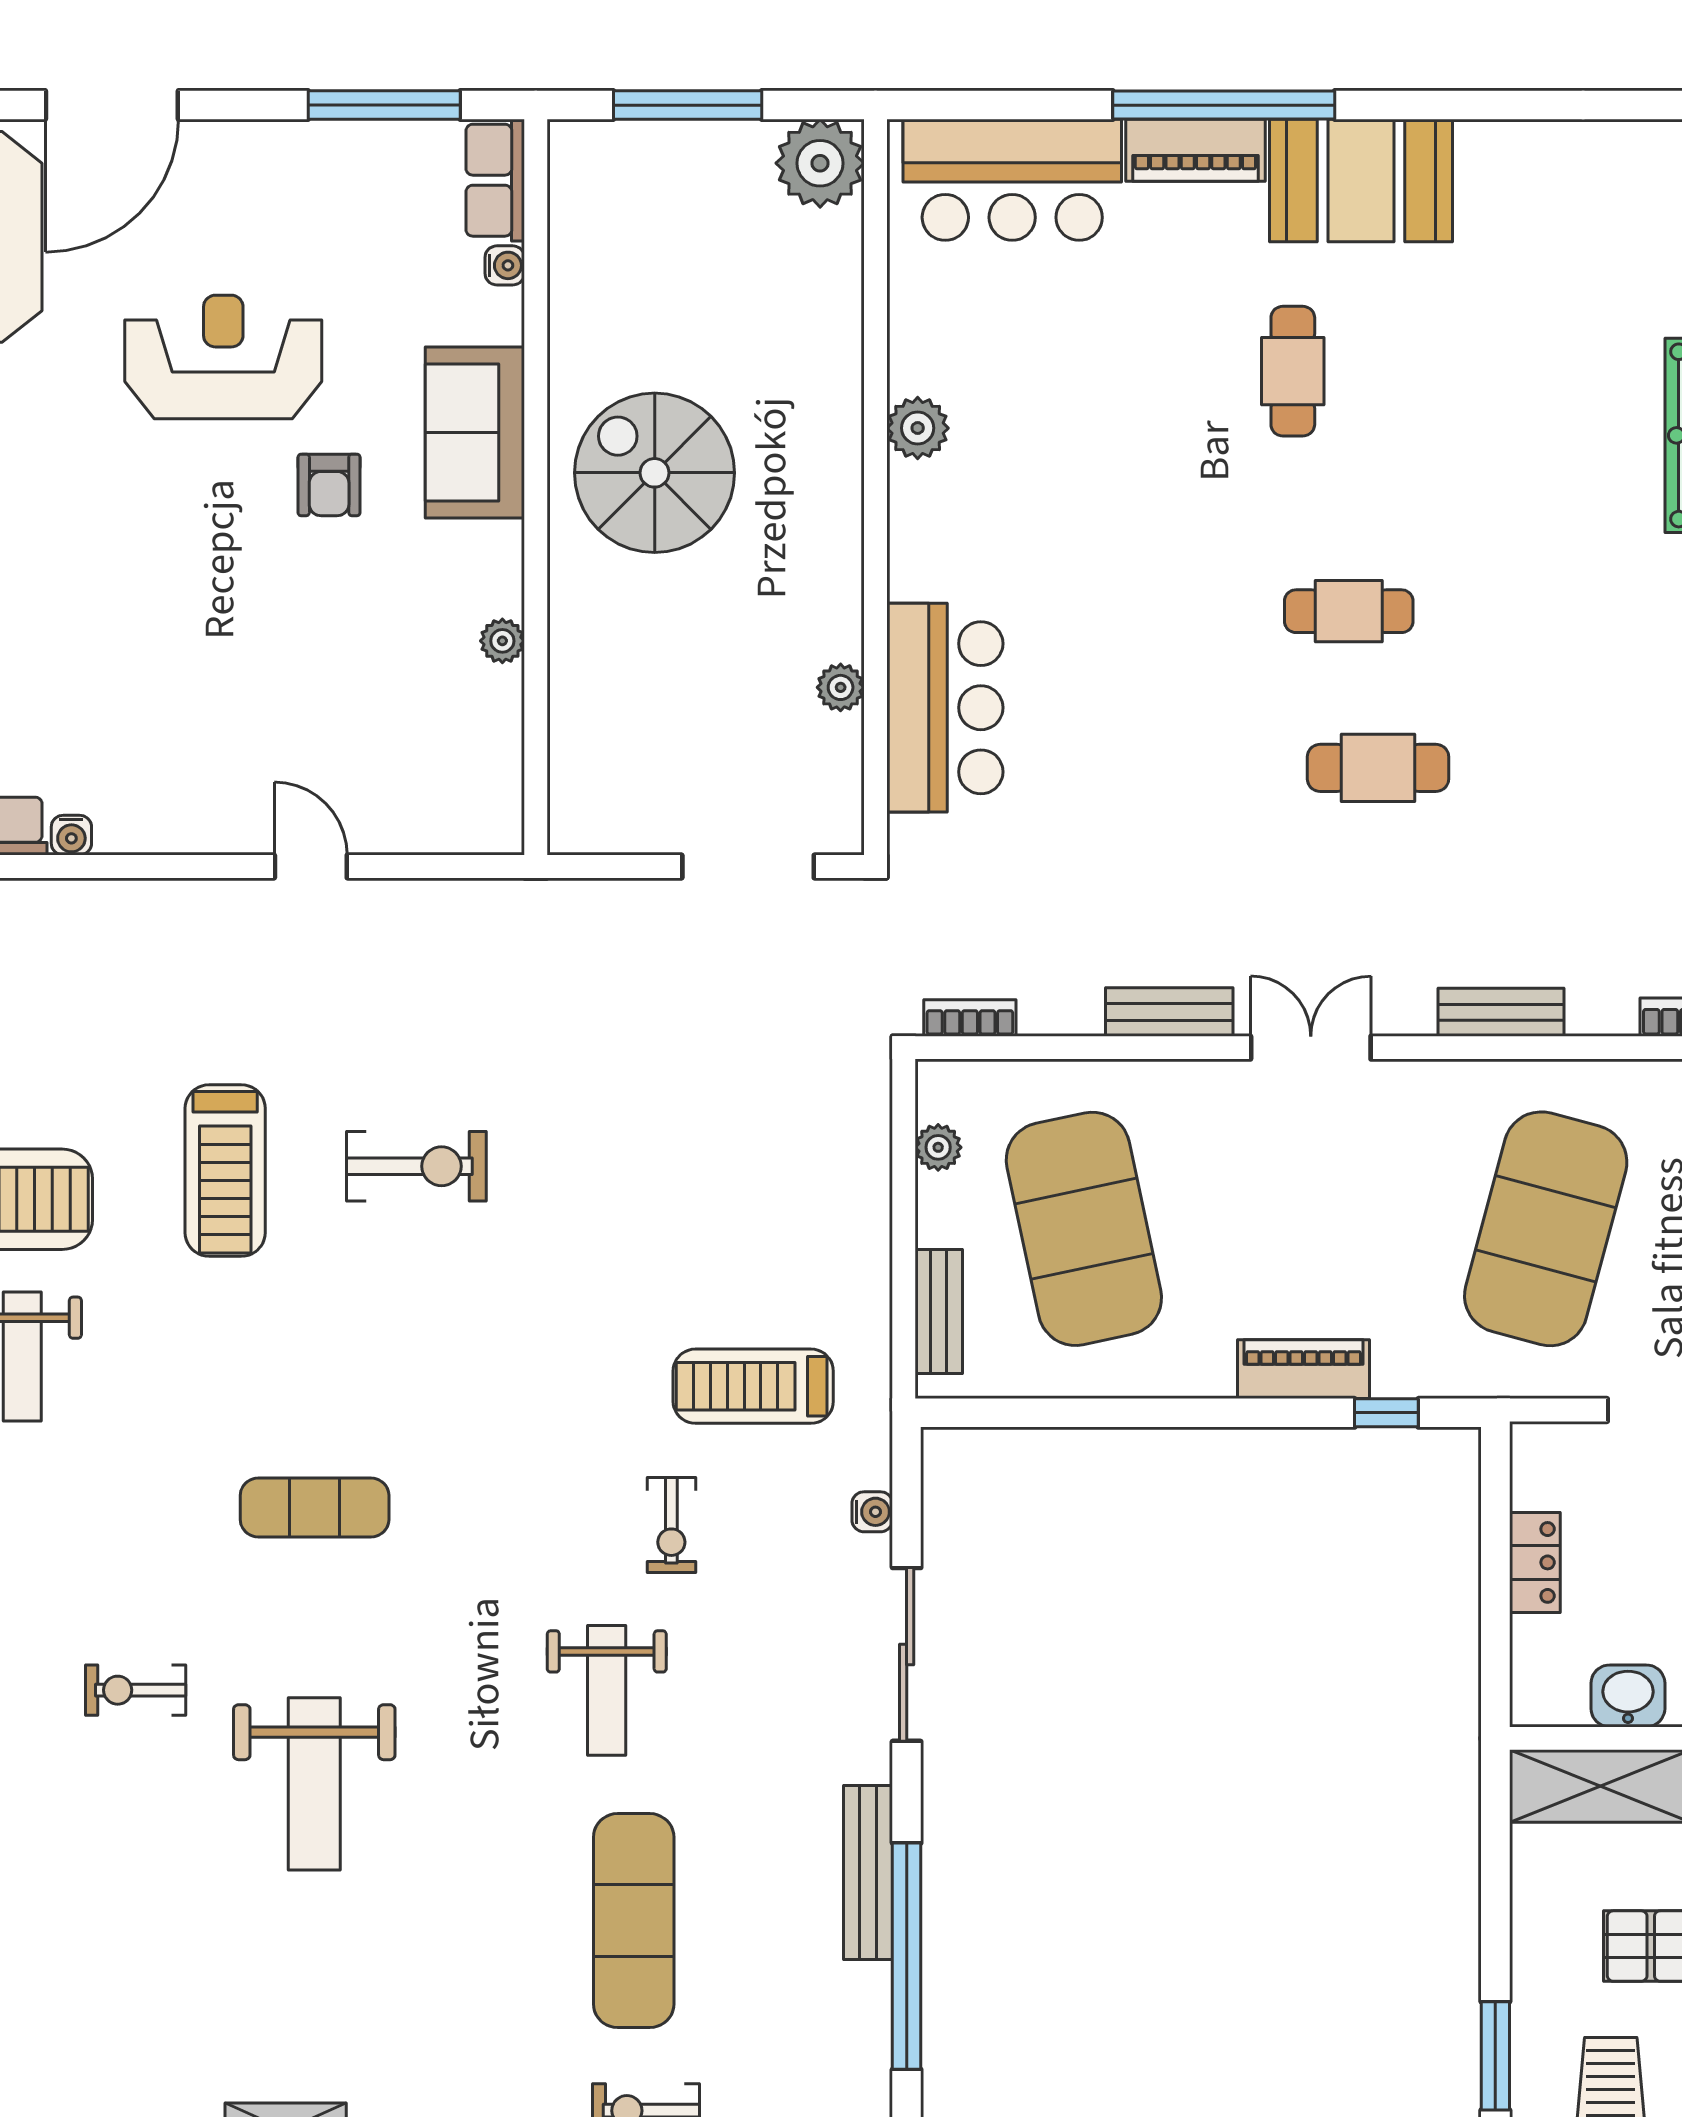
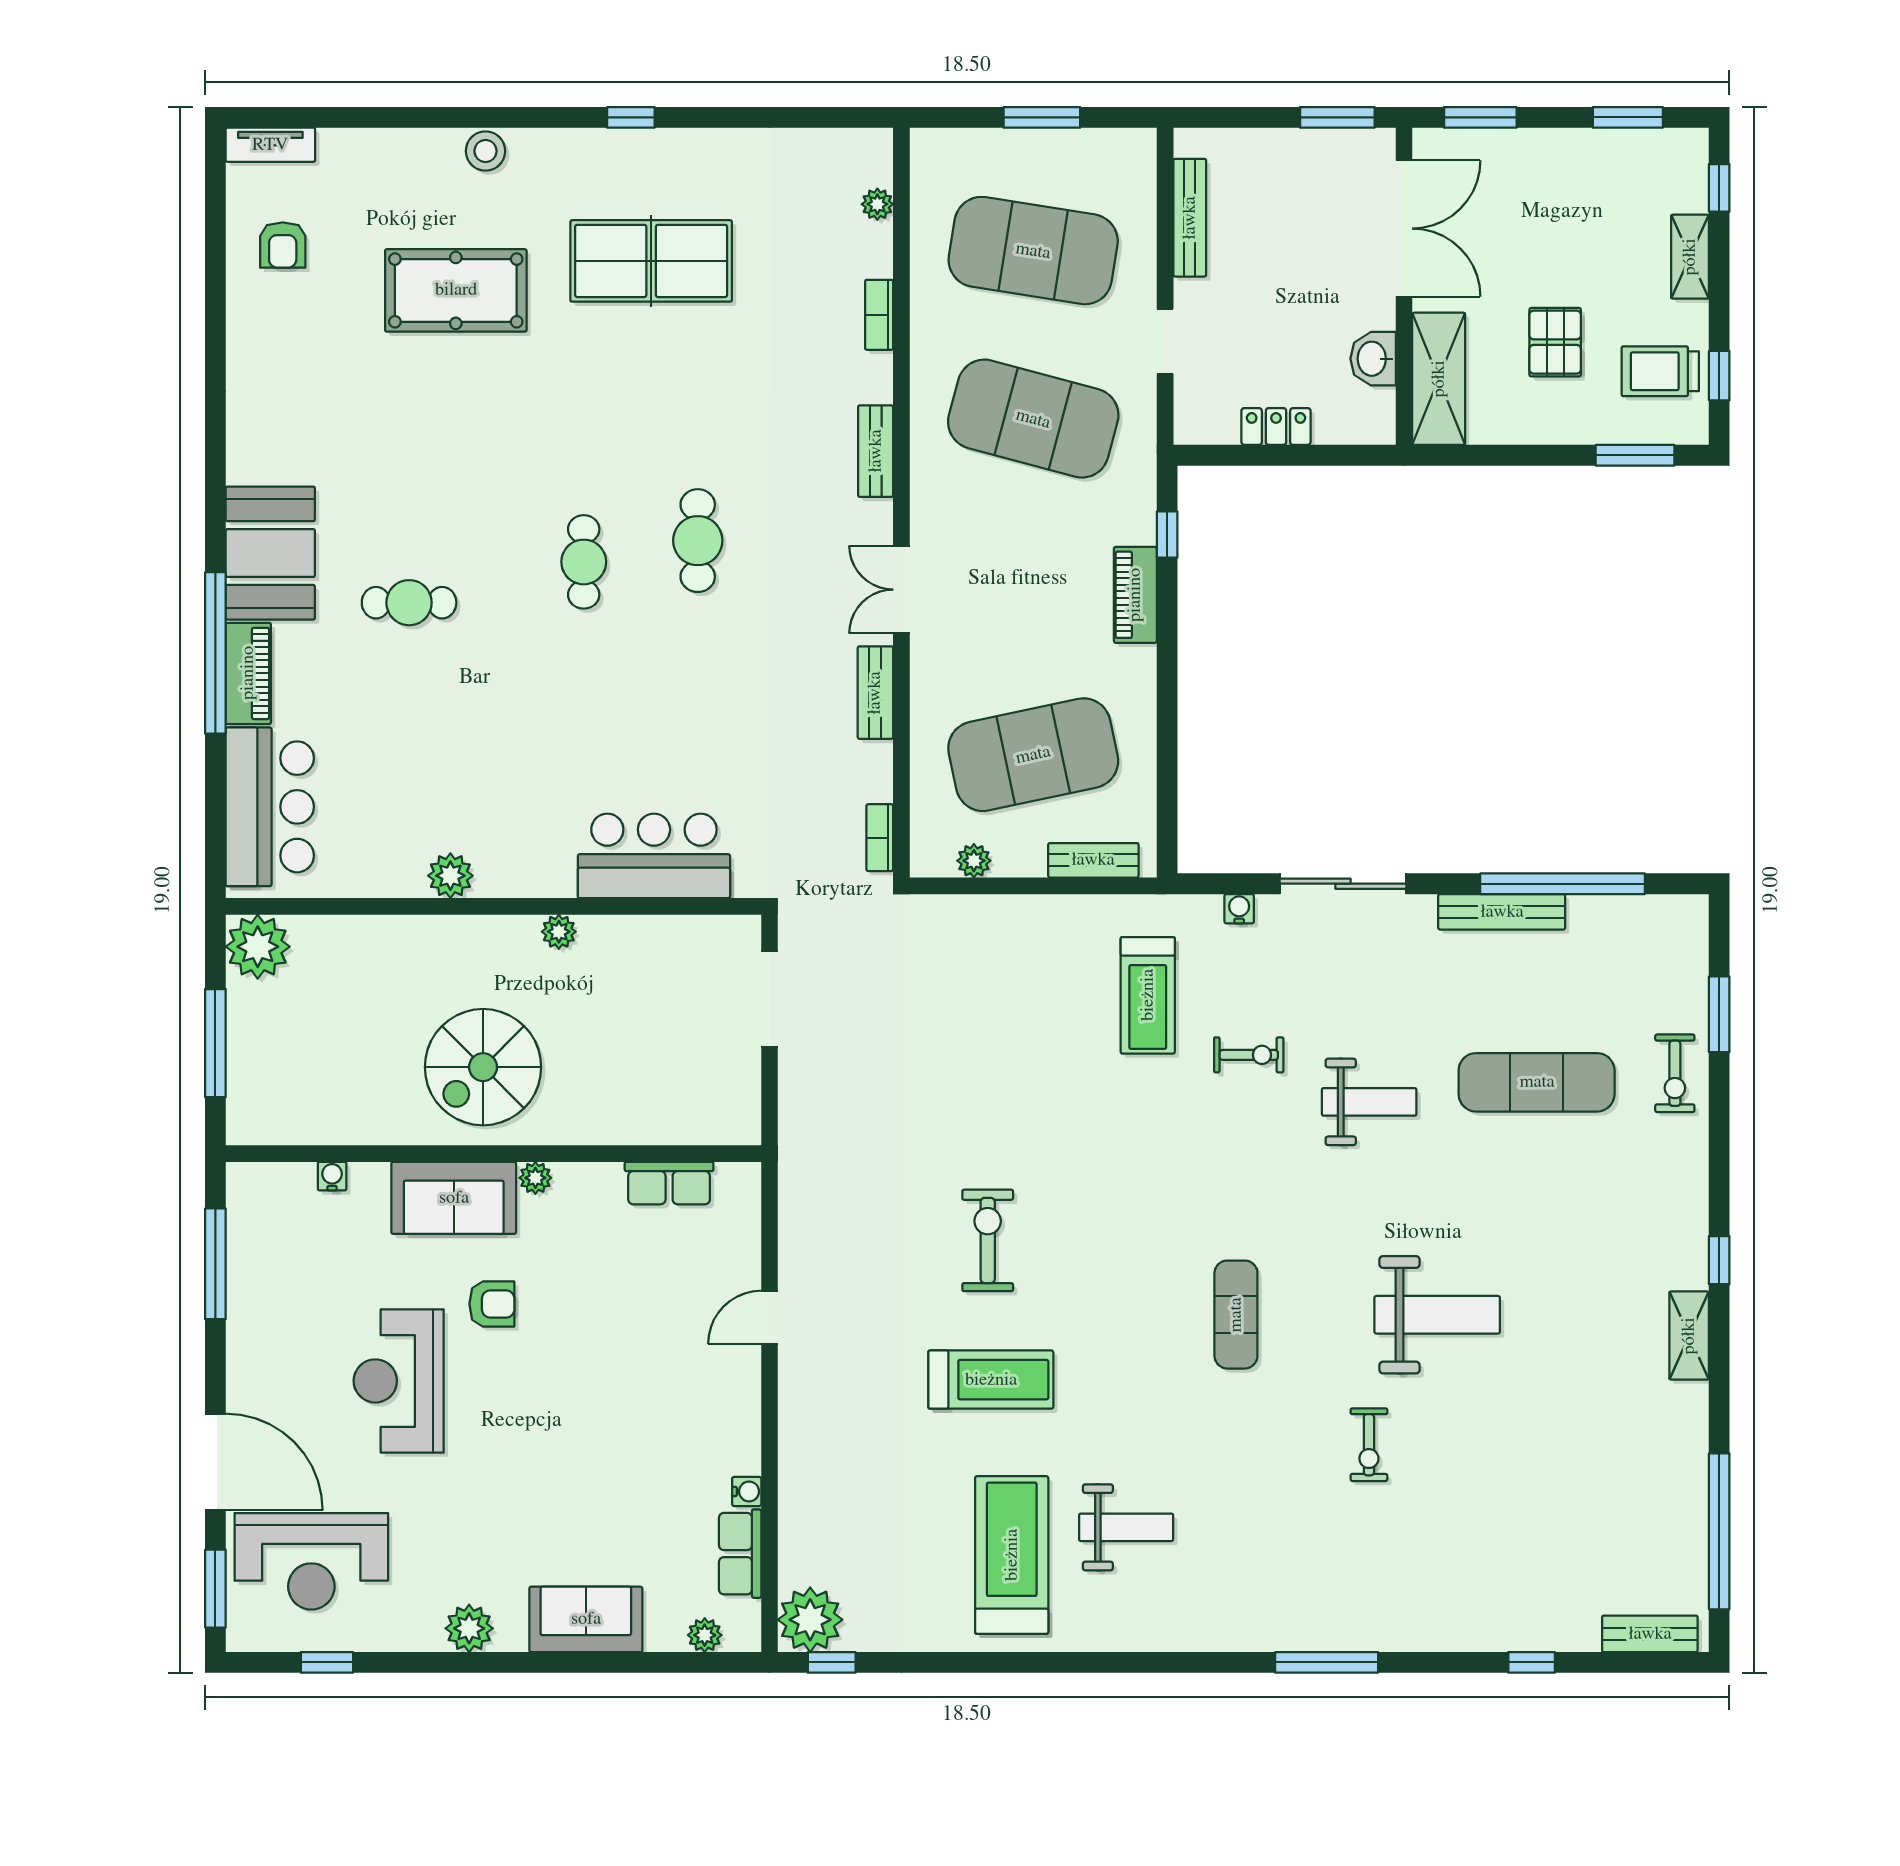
row of seats: (495, 180) -> (669, 1183), moved
plant: (502, 641) -> (535, 1178), moved
plant: (841, 687) -> (559, 932), moved

